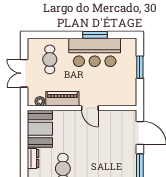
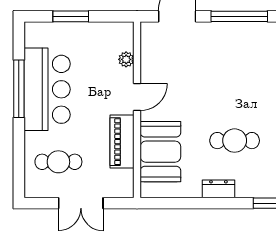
window: (95, 35) -> (19, 89), width x1.44
plant: (40, 101) -> (126, 59), moved
booth: (40, 129) -> (160, 152), moved, turned 90

